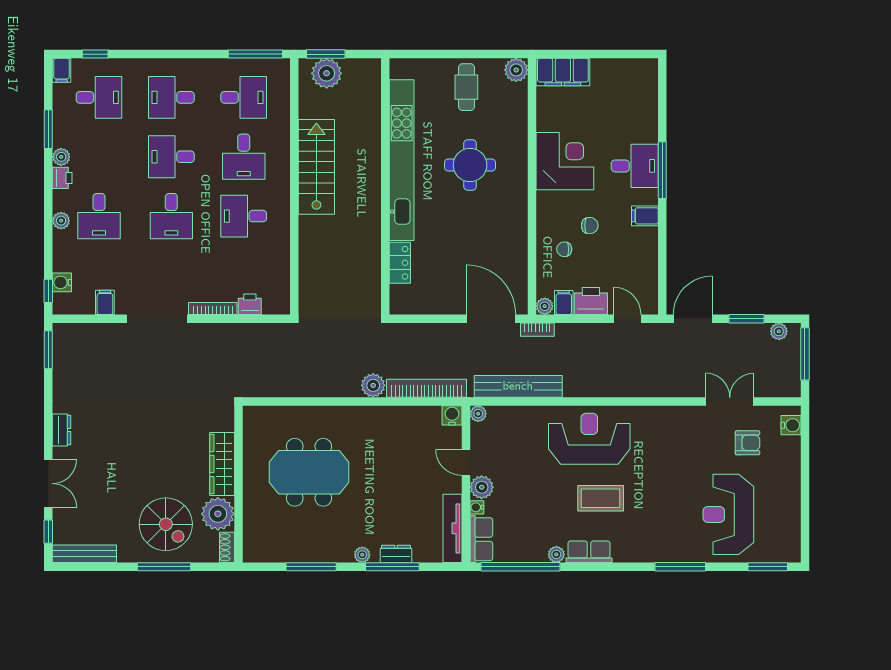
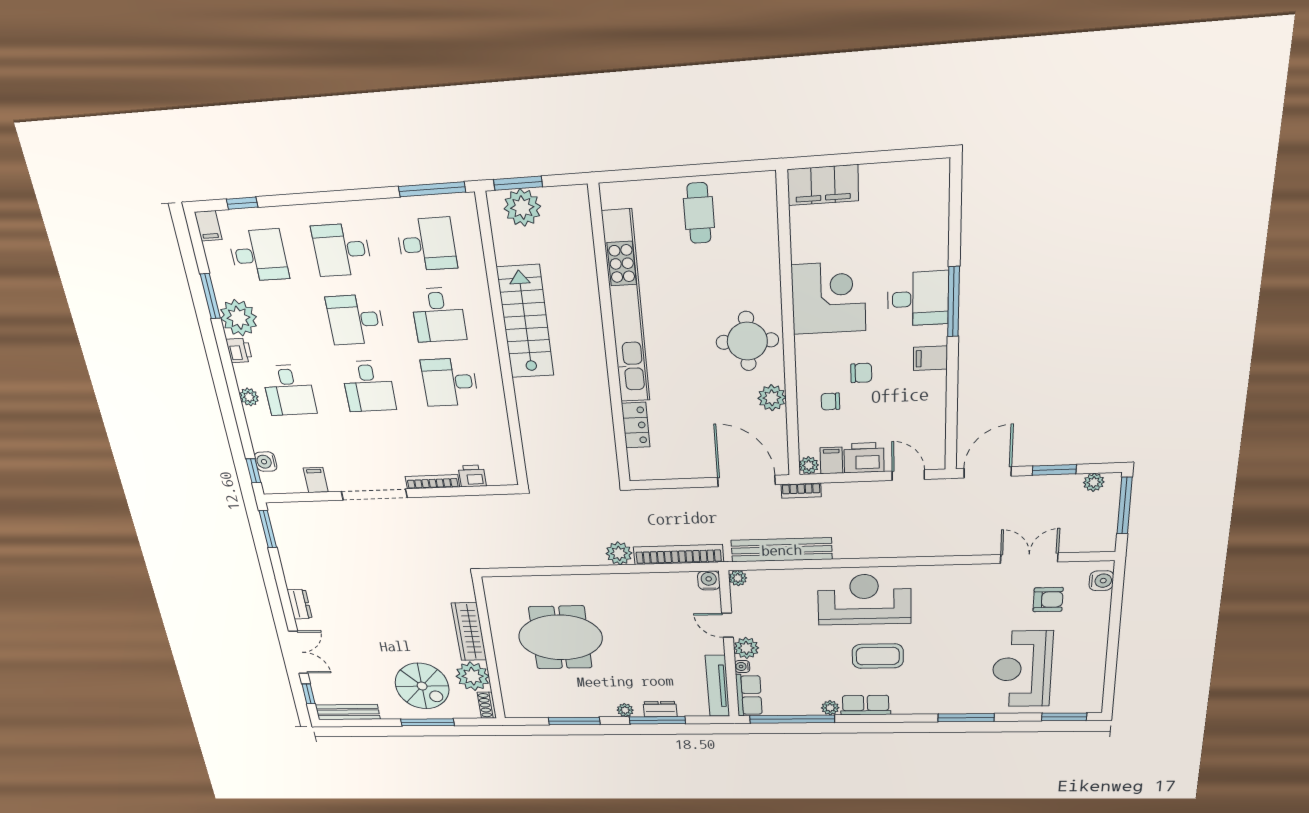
plant: (516, 70) -> (772, 398), moved
plant: (61, 157) -> (239, 318), width x1.88, depth x1.88
round table: (470, 165) -> (747, 341), moved

